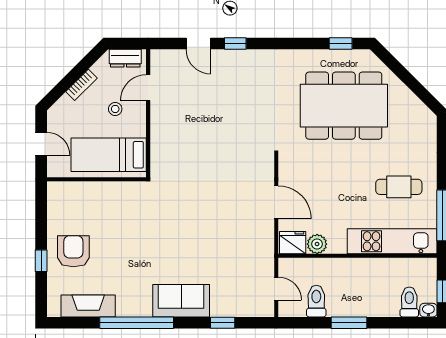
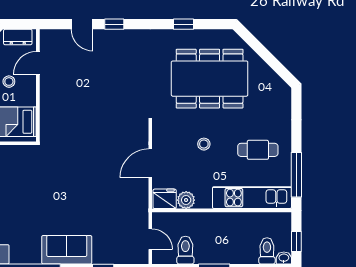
window: (341, 44) -> (184, 24), moved
stool: (337, 180) -> (204, 144), added
door: (276, 202) -> (150, 163), swing flipped

